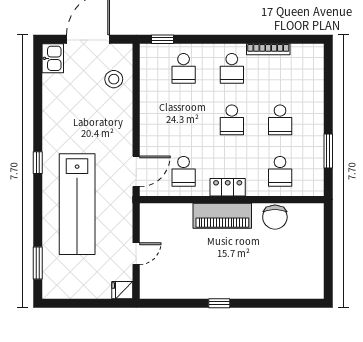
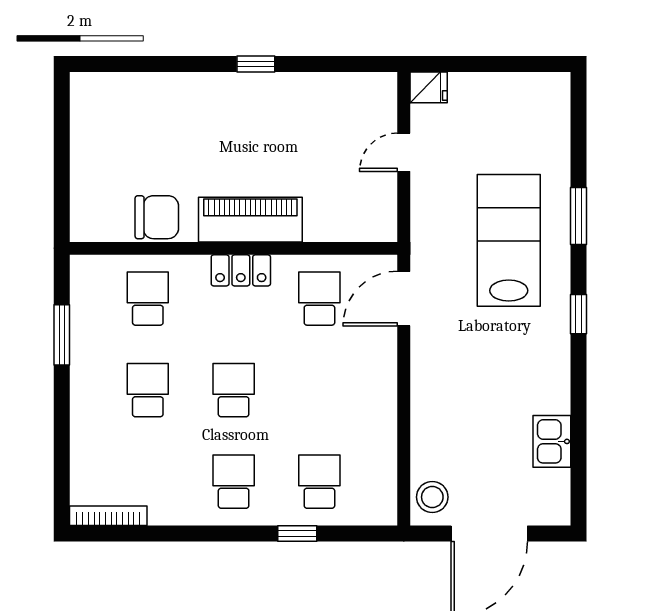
window: (162, 39) -> (297, 533), moved
bookcase: (268, 49) -> (108, 516), moved
kitchen sink: (53, 58) -> (552, 441), moved
stool: (114, 79) -> (432, 497), moved
lab bench: (77, 204) -> (509, 240), width x0.73
chair: (275, 217) -> (157, 217), turned 90
window: (38, 263) -> (579, 216), moved

